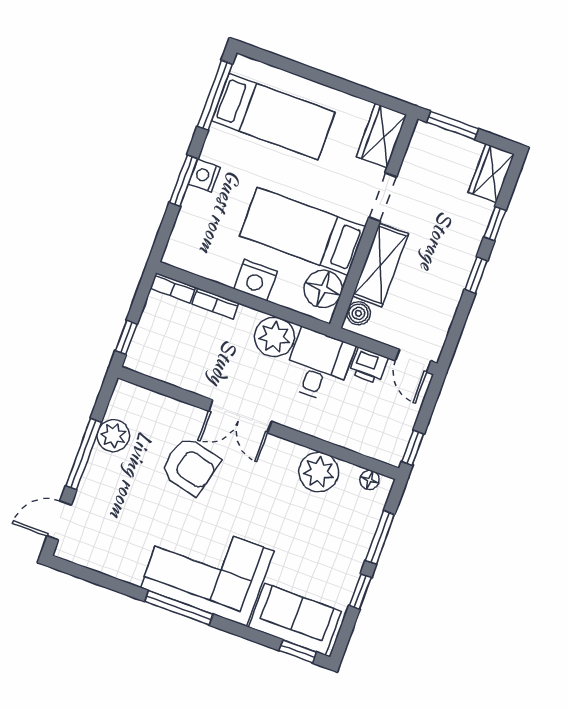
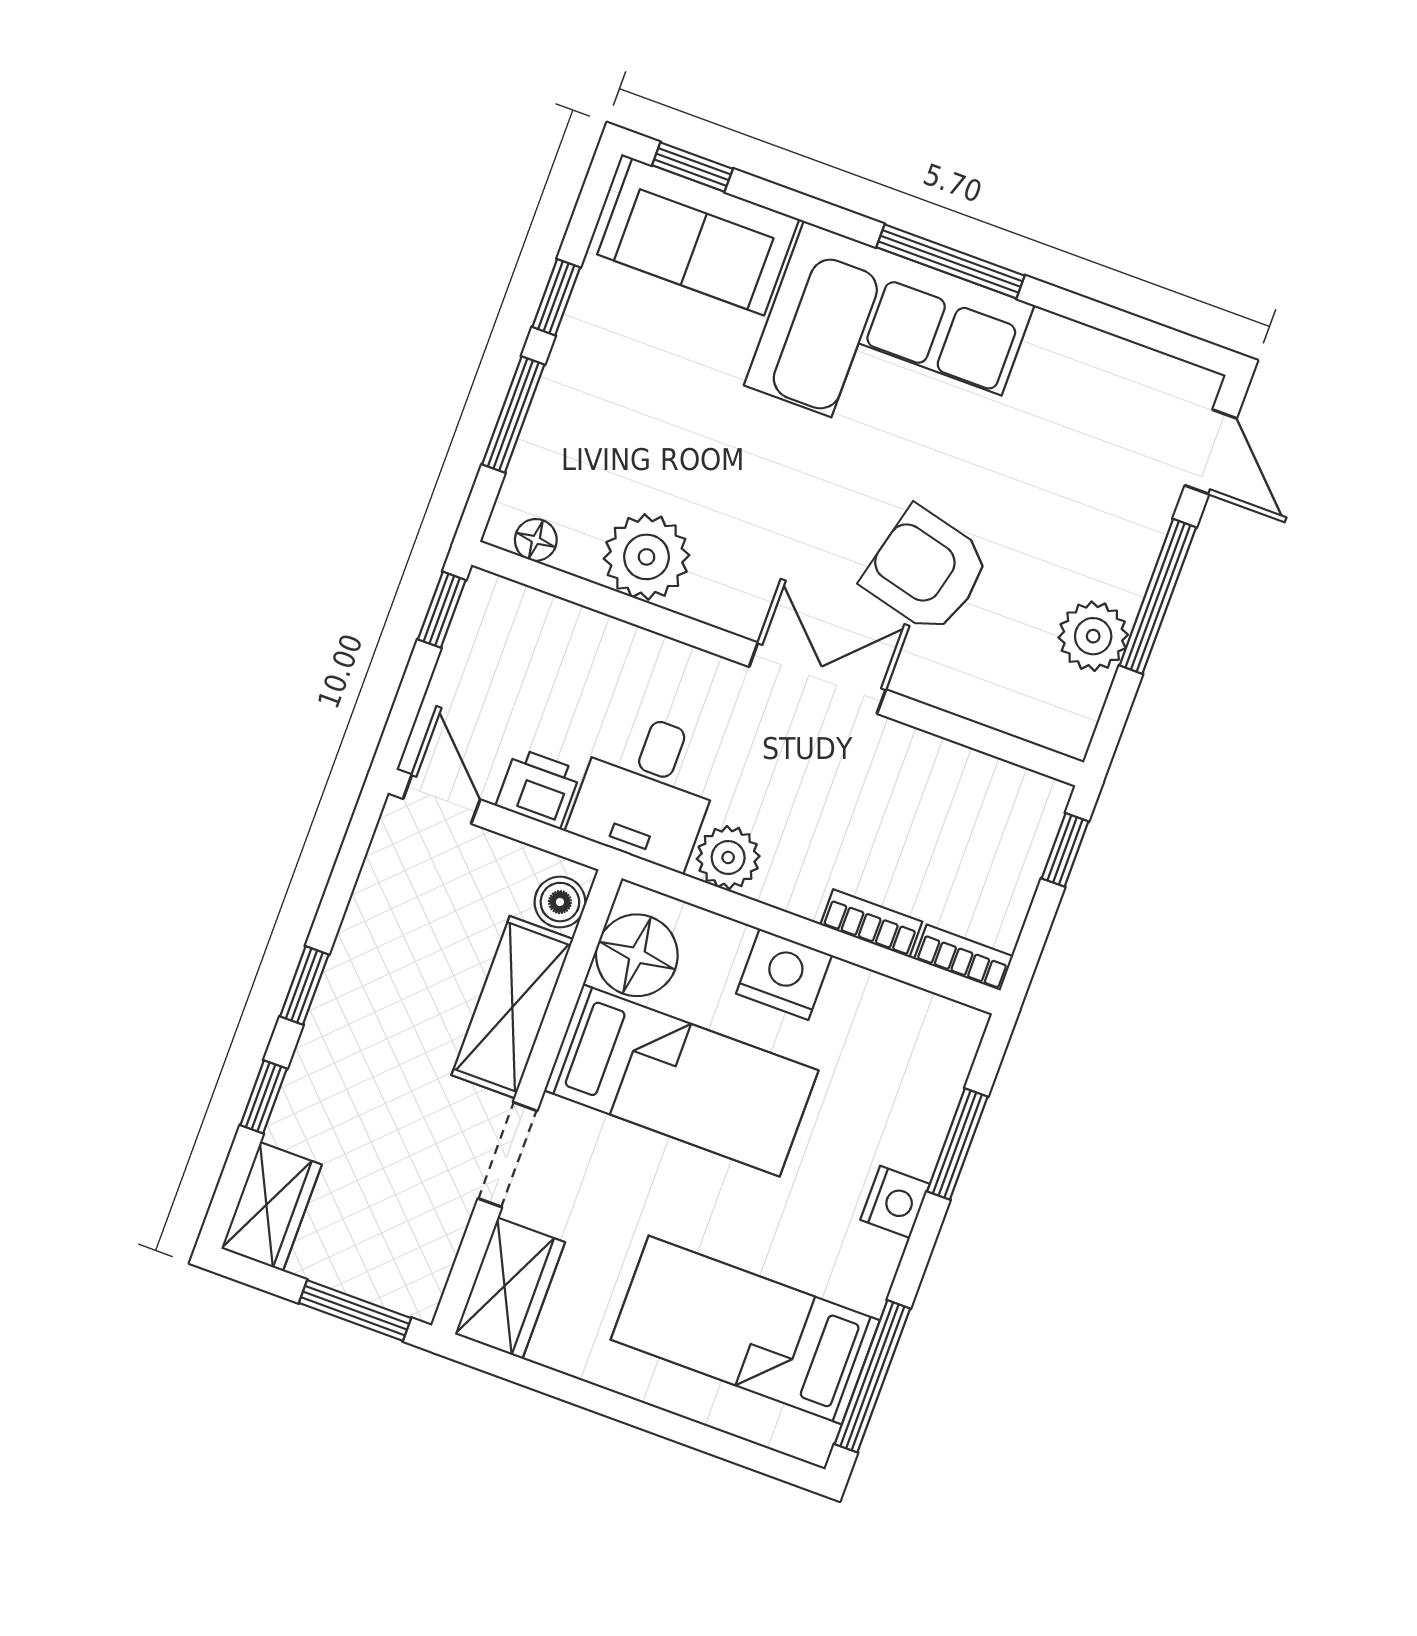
window: (184, 181) -> (957, 1144), moved
plant: (274, 337) -> (728, 857), width x0.73, depth x0.73
door: (59, 520) -> (1211, 452), hinge flipped

